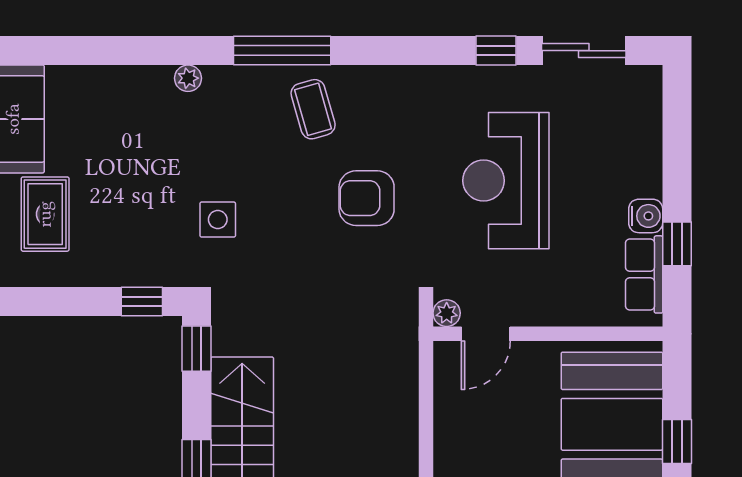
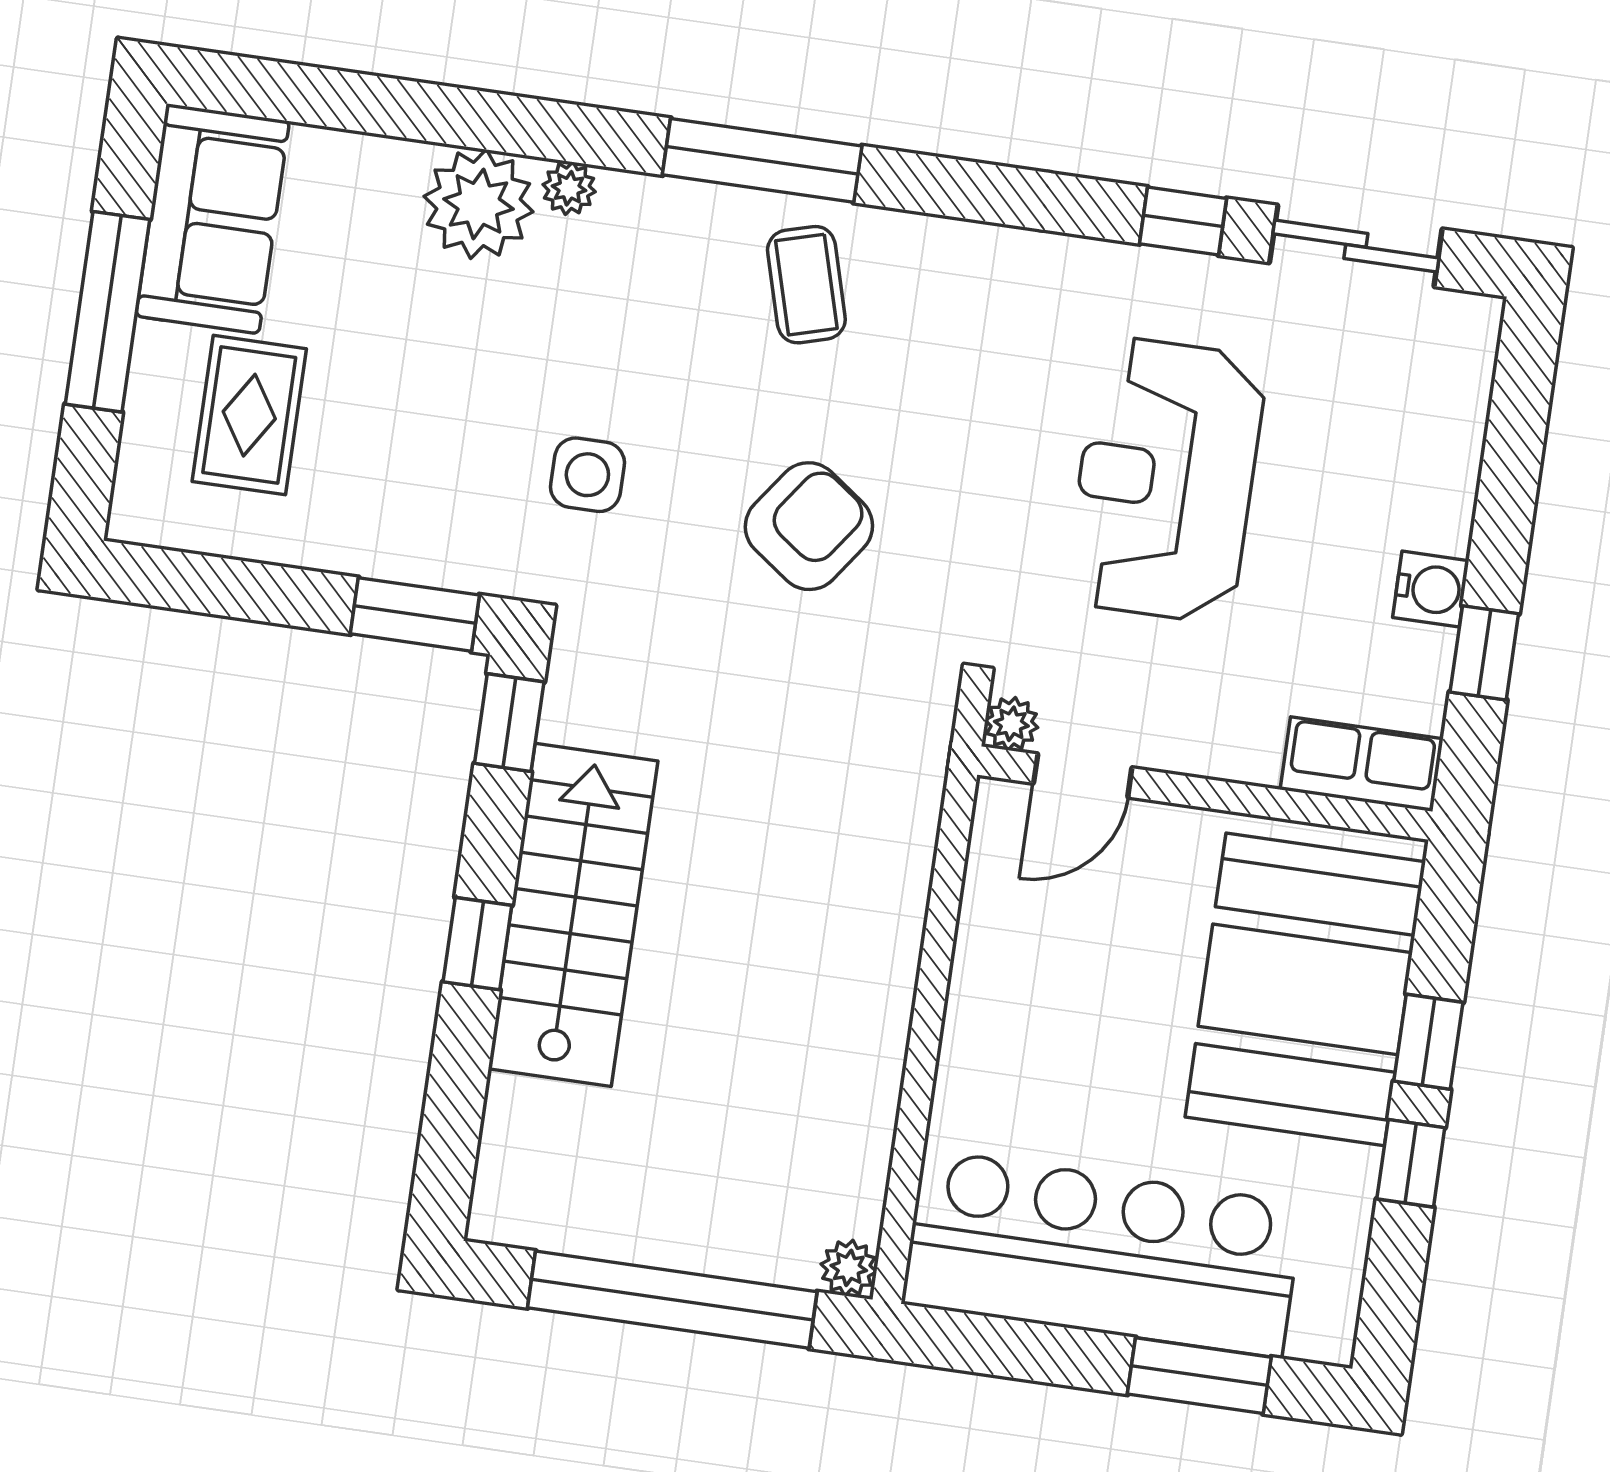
plant: (144, 93) -> (479, 204), added
armchair: (367, 198) -> (809, 526), moved, turned 126
row of seats: (644, 274) -> (1362, 764), moved, turned 90
window: (142, 301) -> (415, 614), width x1.50

